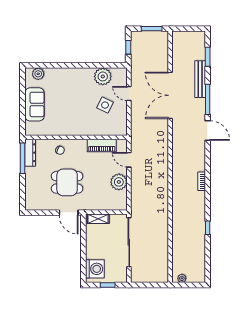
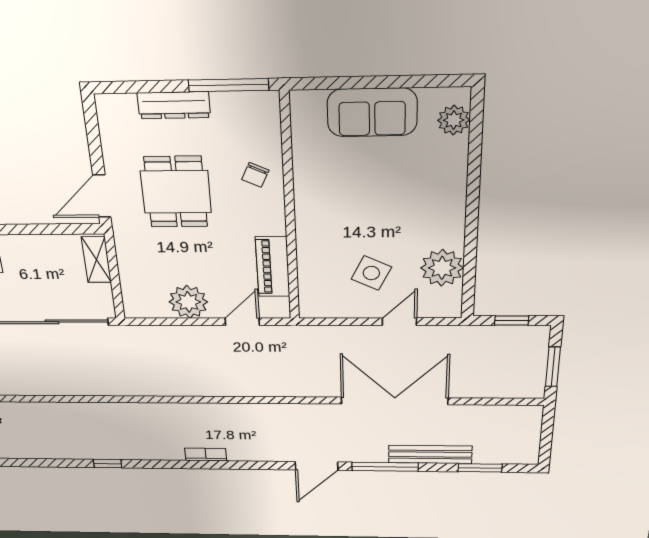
dresser: (30, 153) -> (174, 105), moved

